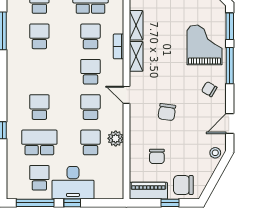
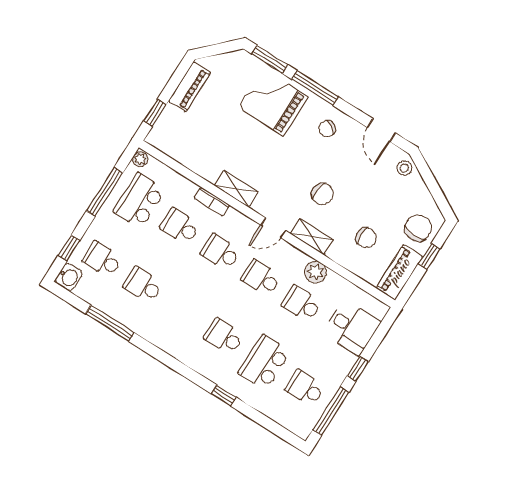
shelving: (136, 25) -> (312, 237), moved
desk: (73, 183) -> (351, 328), moved, width x0.73
chair: (183, 185) -> (418, 228), turned 180

